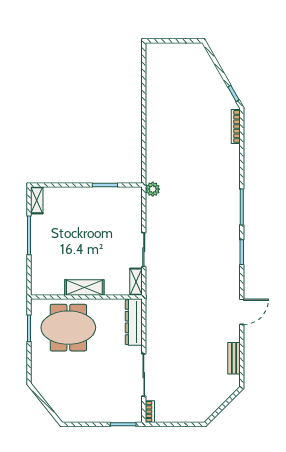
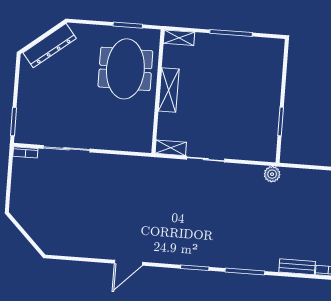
shelving: (37, 200) -> (179, 38), moved
door: (242, 312) -> (129, 263), hinge flipped
dresser: (134, 322) -> (50, 46), moved, turned 141
bench: (234, 358) -> (297, 267), moved

